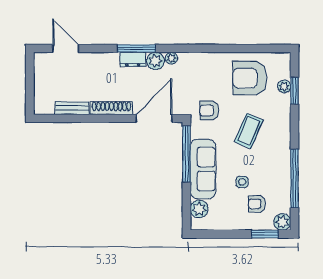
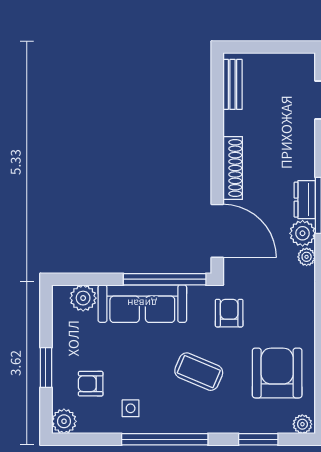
plant: (284, 86) -> (302, 424), moved
bench: (72, 108) -> (233, 84), moved
window: (295, 178) -> (165, 439), moved
side table: (242, 182) -> (131, 408), moved
armchair: (257, 204) -> (91, 384), turned -90
window: (265, 234) -> (46, 368), moved

